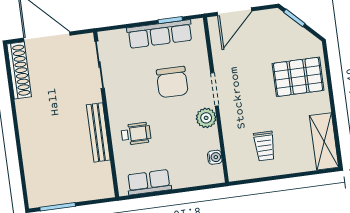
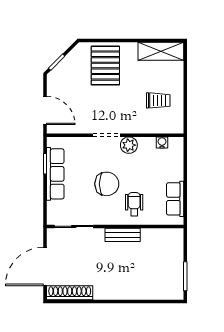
chair: (172, 82) -> (107, 184), moved
bench: (98, 132) -> (123, 235), width x0.73

